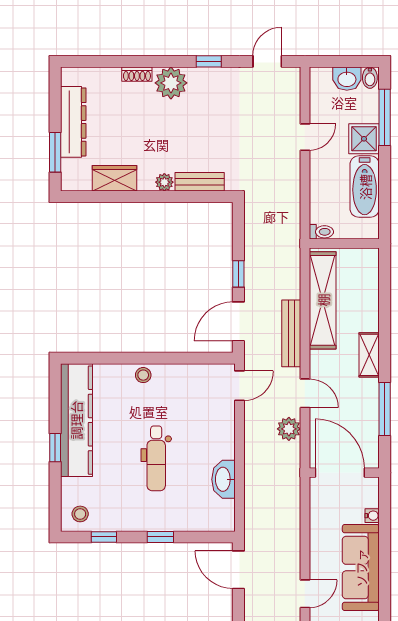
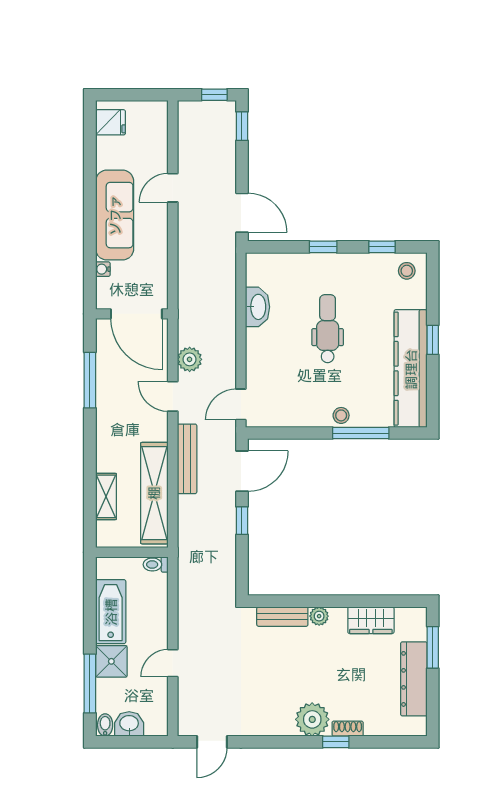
window: (209, 61) -> (336, 742), moved
shelving: (369, 355) -> (106, 496), moved
window: (124, 358) -> (361, 433), added

